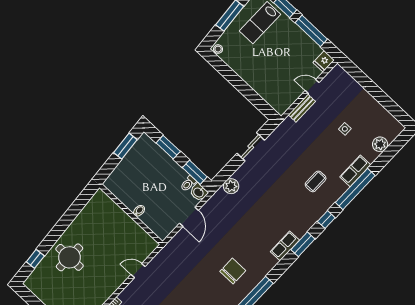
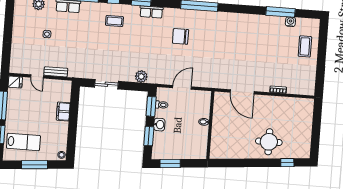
filing cabinet: (258, 84) -> (63, 111), added
coffee table: (316, 181) -> (114, 21), moved
washbasin: (199, 192) -> (159, 125), moved
door: (138, 271) -> (242, 92), width x1.88
chair: (233, 271) -> (180, 36), moved

